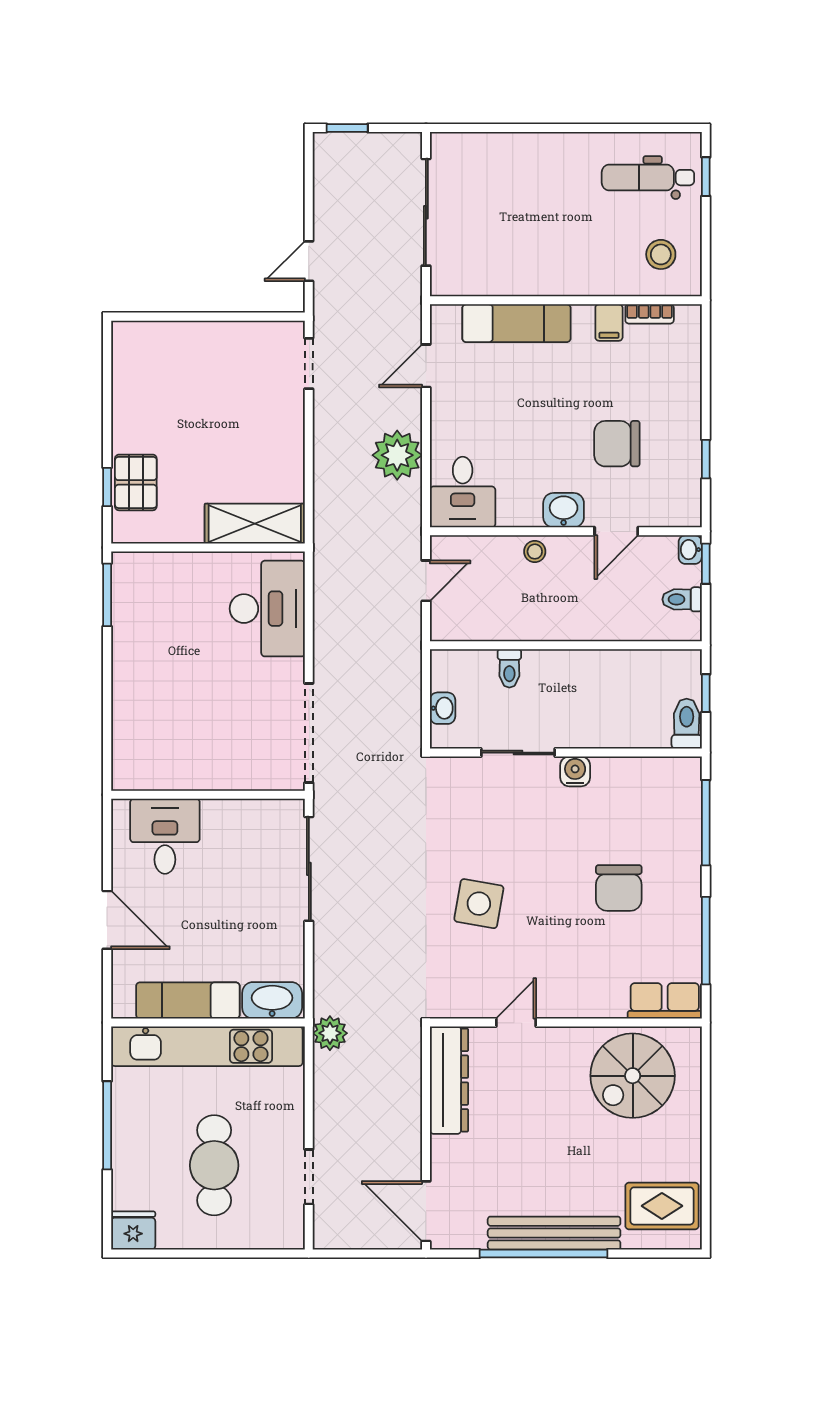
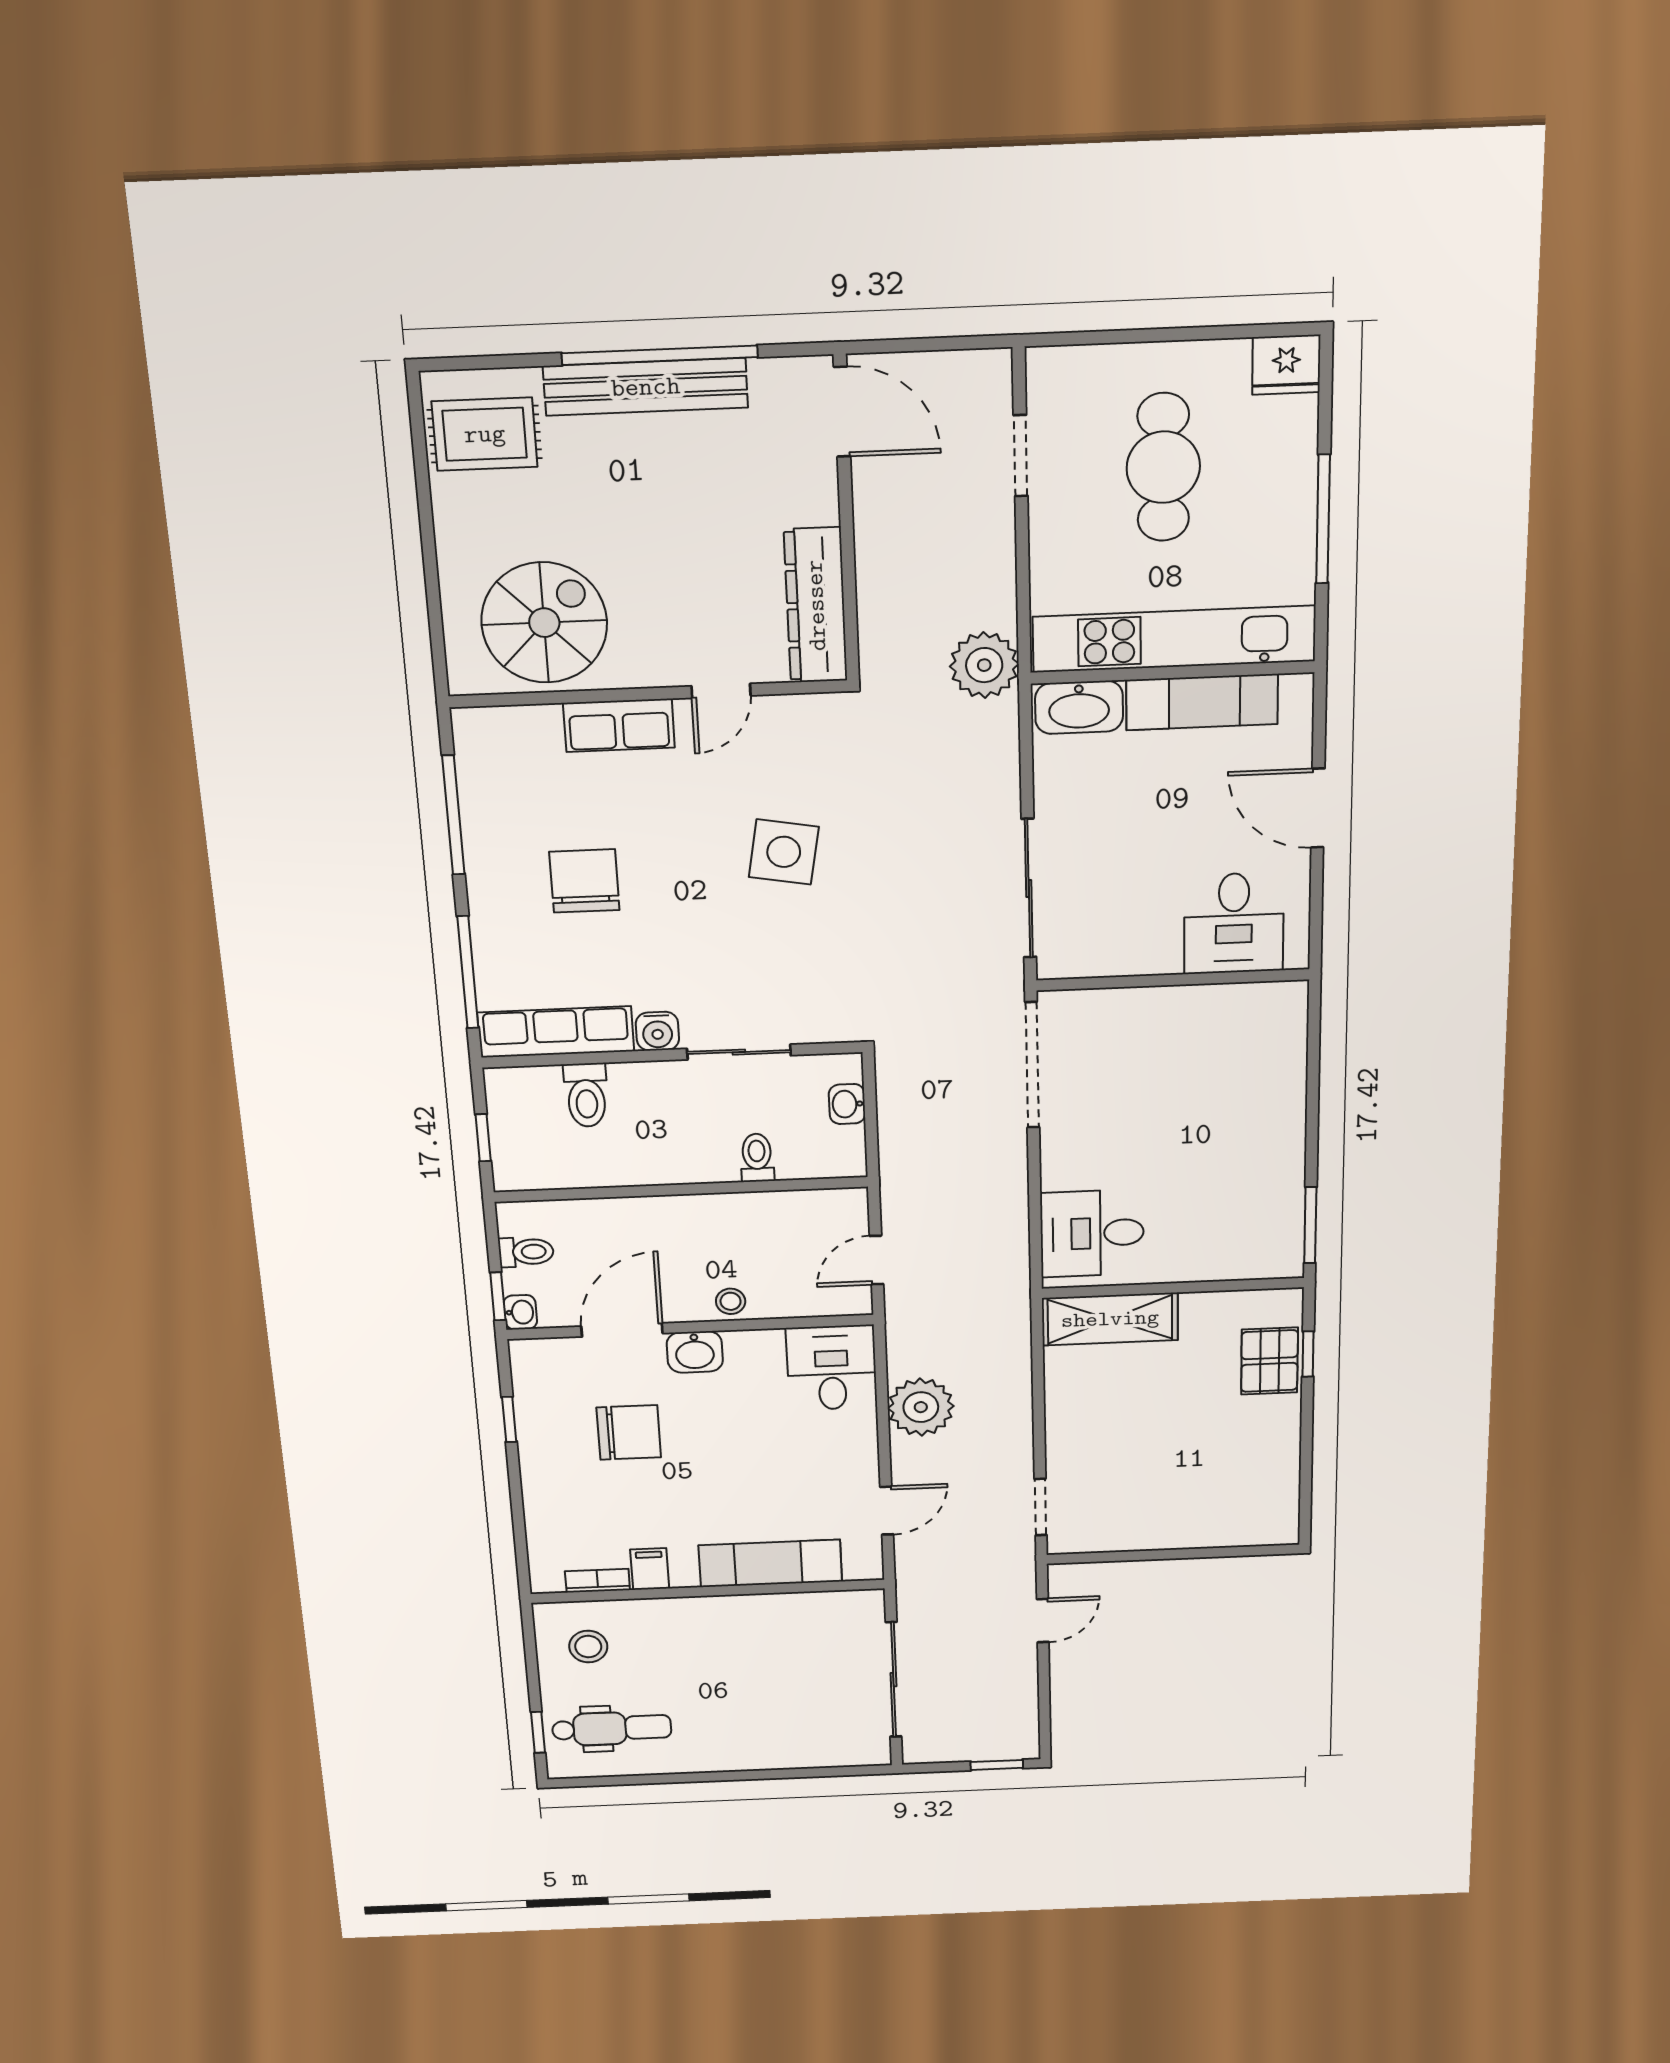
door: (616, 531) -> (622, 1330), width x1.38
desk: (267, 609) -> (1092, 1233), width x0.73
toilet: (687, 724) -> (586, 1095), moved
row of seats: (647, 774) -> (556, 1032), added
row of seats: (665, 1001) -> (619, 725), moved
plant: (330, 1033) -> (984, 665), width x1.36, depth x1.36

